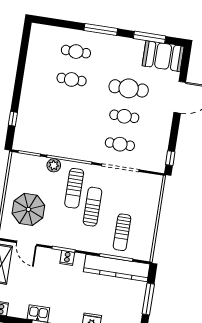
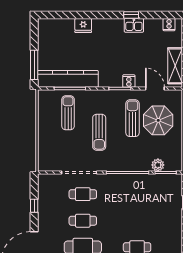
window: (170, 158) -> (34, 206), moved
plant: (54, 165) -> (158, 165), moved
sun lounger: (74, 188) -> (132, 118), moved
cooker: (67, 258) -> (129, 81), moved
window: (148, 299) -> (34, 65), moved

